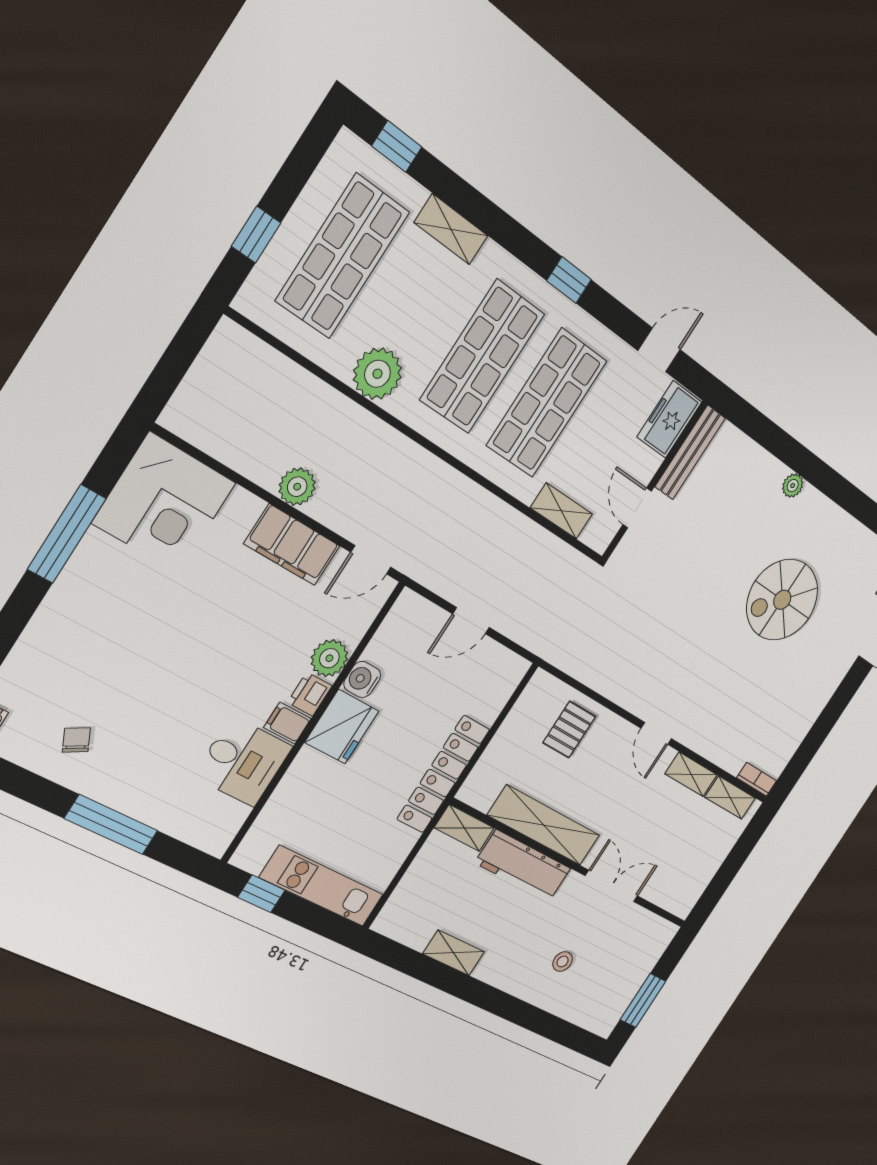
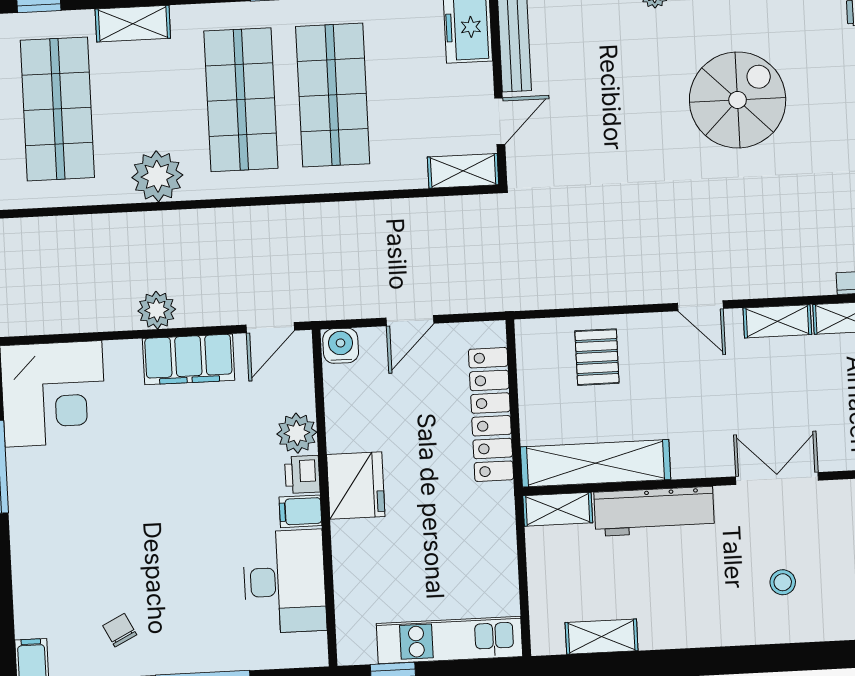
door: (637, 508) -> (500, 121), swing flipped
shelving: (561, 511) -> (463, 171), moved
spiral stairs: (782, 600) -> (738, 100), turned 180
water cooler: (362, 679) -> (341, 346), moved, turned 90
desk: (243, 761) -> (285, 581), width x1.37
locker: (443, 774) -> (491, 414), moved
shelving: (544, 825) -> (595, 463), moved
shelving: (454, 953) -> (602, 637), moved

